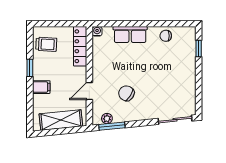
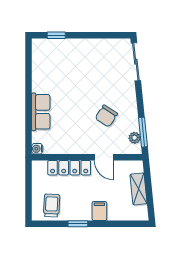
chair: (166, 36) -> (42, 72), removed
locker: (80, 46) -> (69, 168), moved
shelving: (61, 120) -> (139, 189), width x0.67, depth x0.75

